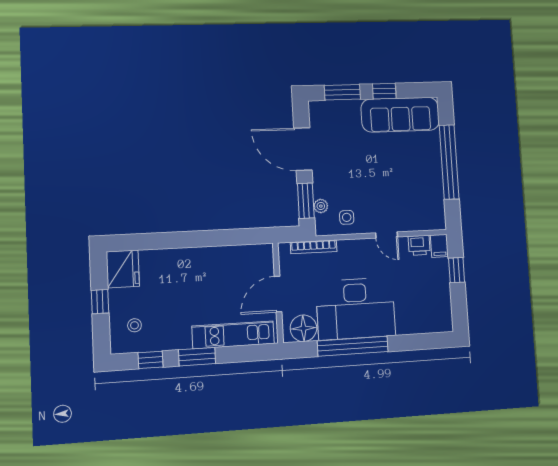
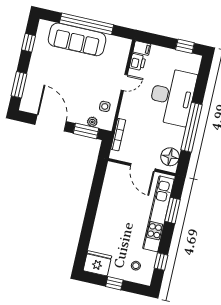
window: (384, 91) -> (29, 43), moved
sofa: (400, 115) -> (77, 39), moved, turned 90
door: (303, 149) -> (51, 123), swing flipped
window: (457, 270) -> (185, 46), moved
desk: (356, 309) -> (172, 97), moved
kitchen unit: (233, 335) -> (158, 214), width x1.36
window: (197, 357) -> (173, 210), moved

